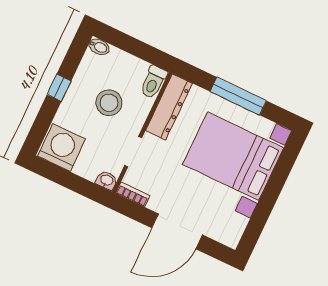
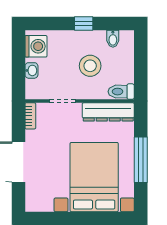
bidet: (99, 47) -> (113, 39), moved
washing machine: (61, 148) -> (36, 46), width x0.73, depth x0.73
washbasin: (107, 180) -> (31, 70), moved

